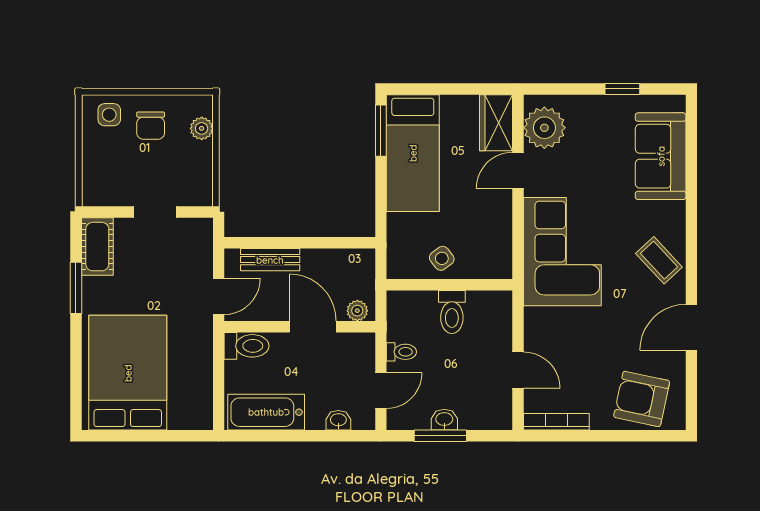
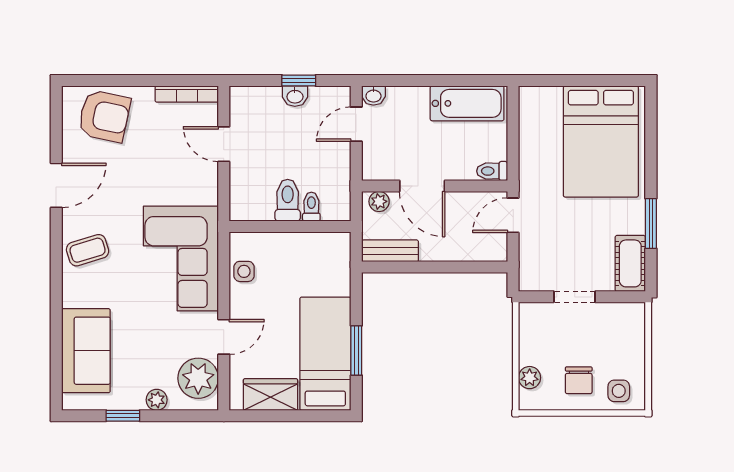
plant: (587, 105) -> (157, 400), added
wardrobe: (496, 123) -> (270, 395), moved, turned -90
chair: (151, 126) -> (579, 380), turned 180
window: (381, 131) -> (356, 350), moved
side table: (442, 258) -> (244, 271), moved, turned 37
bench: (270, 260) -> (390, 251), moved
coffee table: (659, 260) -> (88, 250), turned -64
toilet: (247, 346) -> (492, 171), width x0.73, depth x0.72
toilet: (401, 352) -> (311, 207), moved, turned 90
washbasin: (338, 420) -> (373, 96), moved
window: (440, 436) -> (299, 81), width x0.67

